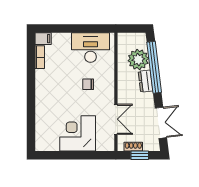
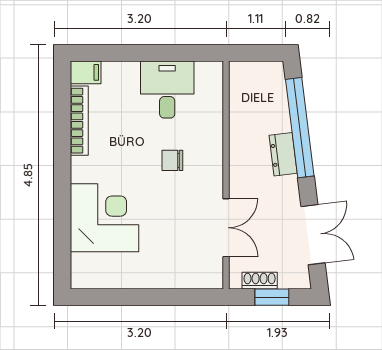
desk: (90, 48) -> (167, 90), width x0.73
bookcase: (40, 57) -> (79, 121), width x1.56
plant: (138, 59) -> (269, 113), removed
corner desk: (78, 133) -> (105, 218), moved, turned 90

